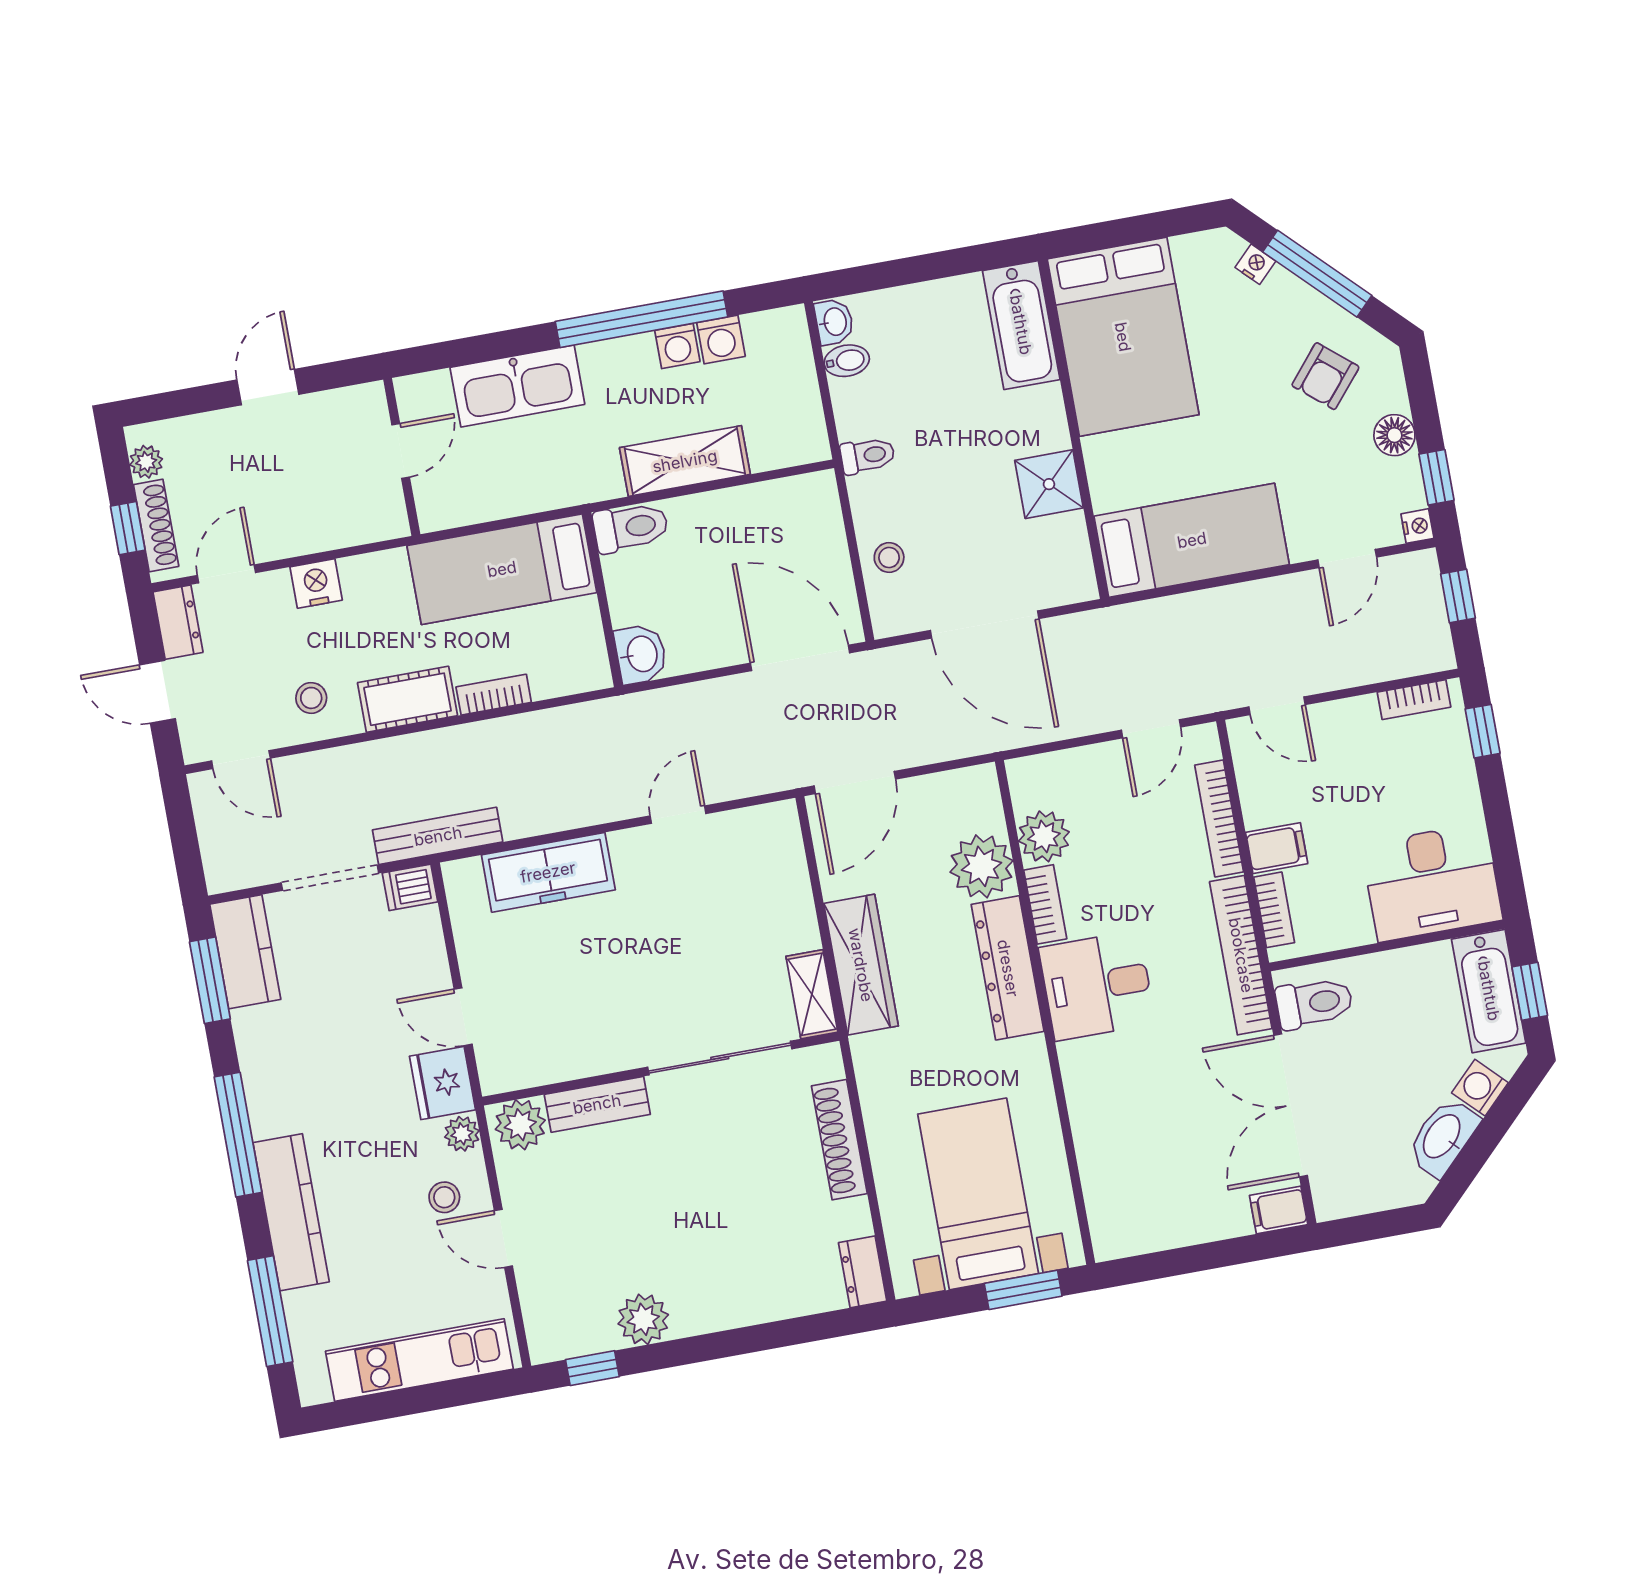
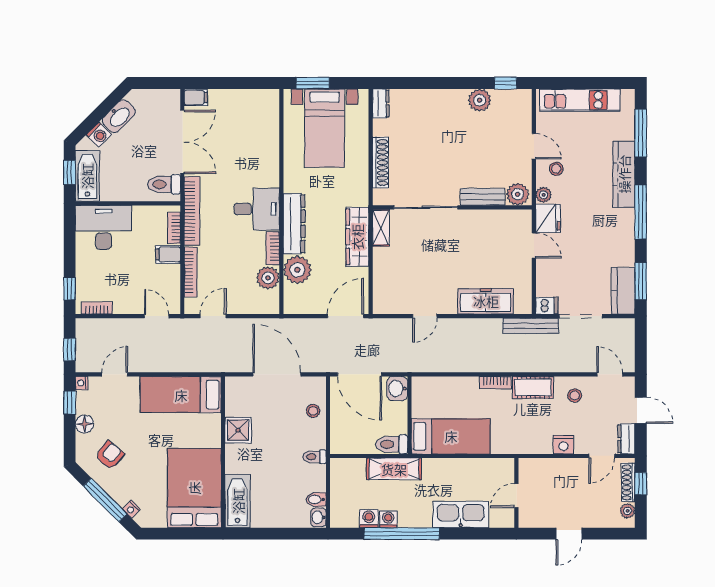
toilet: (631, 527) -> (392, 444), moved
bed: (502, 569) -> (451, 436), moved
wall: (603, 600) -> (410, 415), moved
washbasin: (641, 654) -> (397, 389), moved

